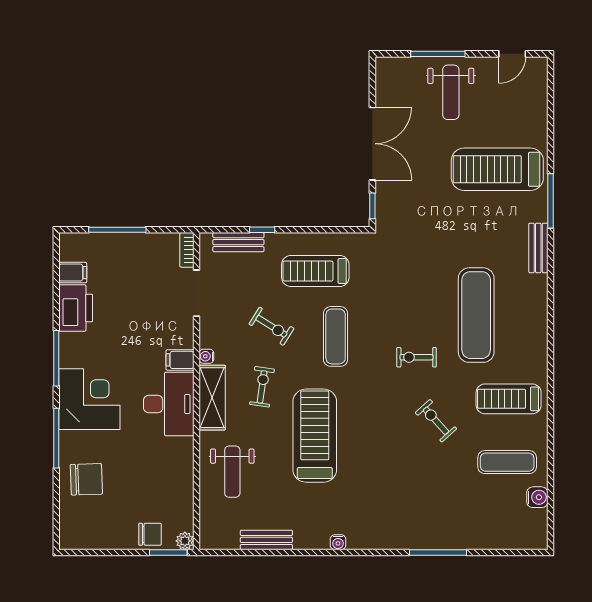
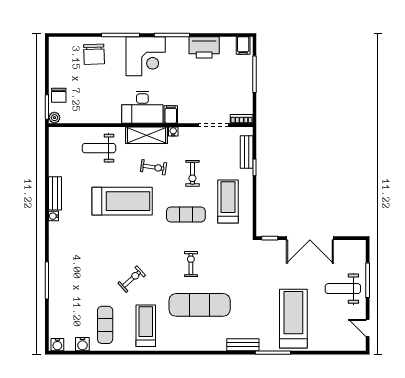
filing cabinet: (73, 273) -> (243, 46), moved
exercise bike: (271, 326) -> (192, 173), turned -32
exercise bike: (416, 357) -> (191, 264), moved
water cooler: (538, 536) -> (57, 345), added
bench: (266, 540) -> (55, 193), moved

